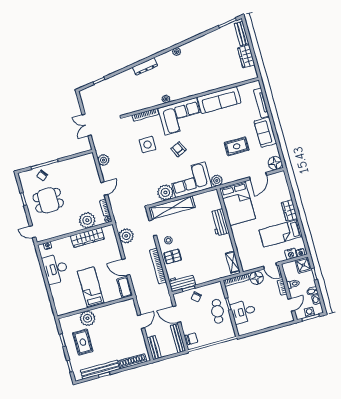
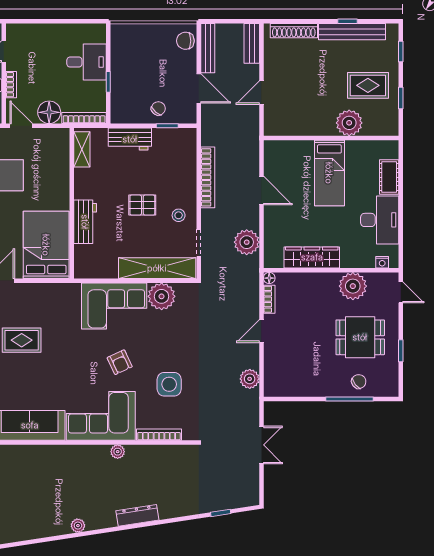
plant: (217, 181) -> (70, 292), removed
plant: (87, 220) -> (353, 286), moved
pallet: (173, 256) -> (142, 205), moved
workbench: (182, 282) -> (130, 139), moved
cot: (125, 287) -> (389, 177), moved
cafe table: (217, 311) -> (130, 75), removed
rug: (83, 342) -> (368, 85), turned 90

